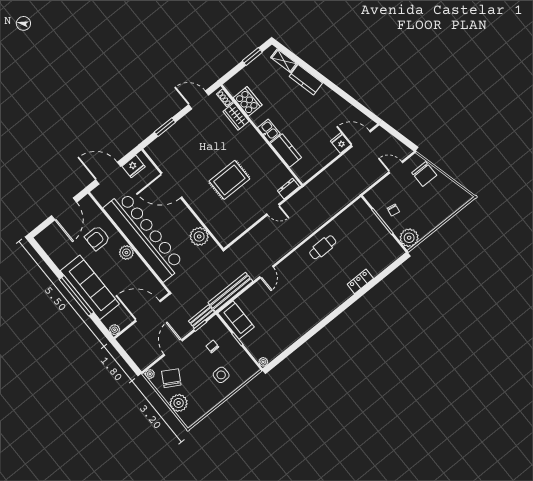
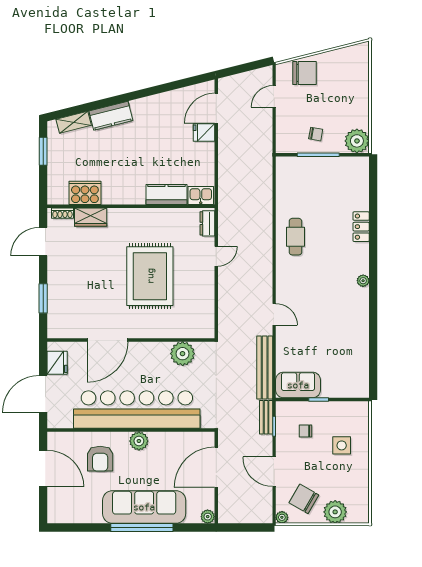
kitchen sink: (269, 131) -> (201, 195), moved
rug: (229, 180) -> (150, 276), width x1.37, depth x1.44
plant: (263, 362) -> (363, 281), moved

